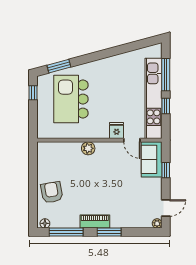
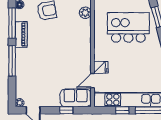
plant: (88, 148) -> (85, 13), moved
piano: (95, 222) -> (21, 35), moved
window: (109, 232) -> (12, 61), width x1.44

